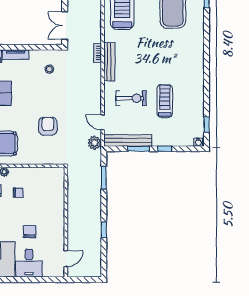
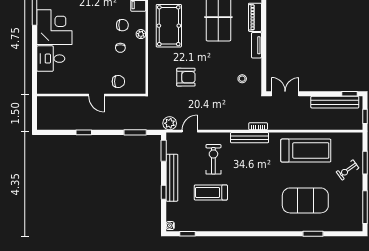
exercise bike: (131, 98) -> (213, 159), turned 180
treadmill: (165, 101) -> (211, 192), turned 180
bench: (128, 140) -> (172, 178), moved
window: (138, 149) -> (164, 151), moved
chair: (30, 232) -> (118, 81), moved
door: (66, 259) -> (96, 95), moved

